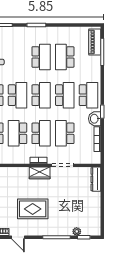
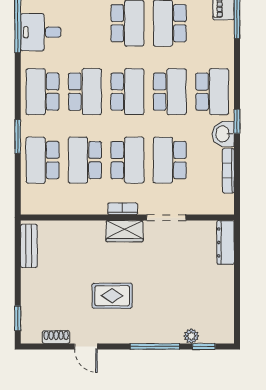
rug: (33, 209) -> (112, 296), width x0.73, depth x0.70

